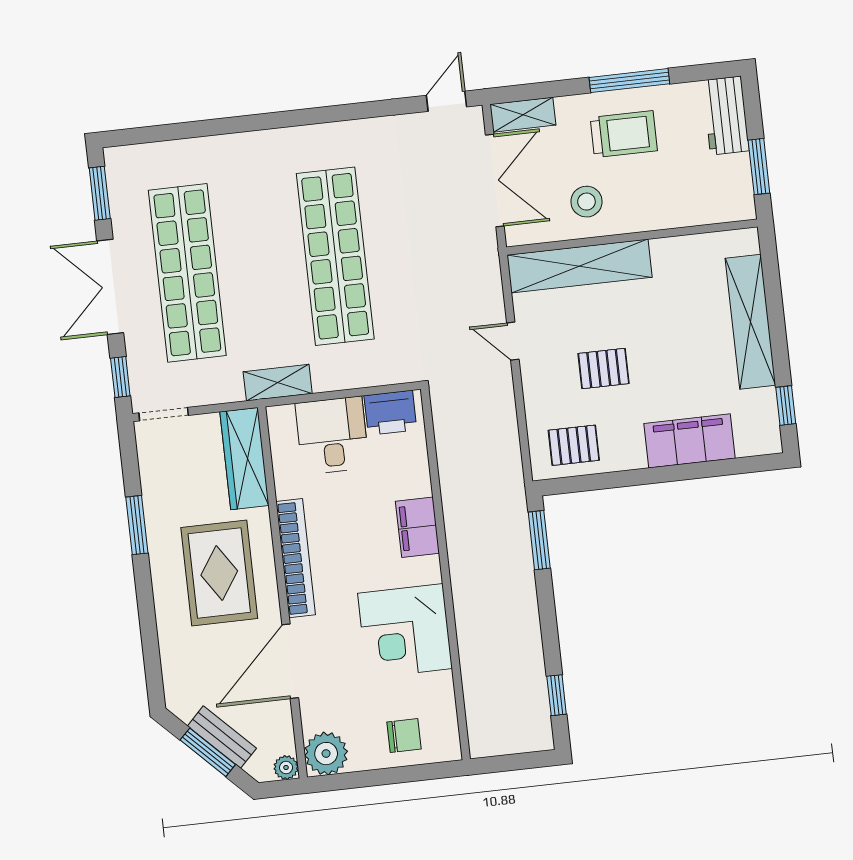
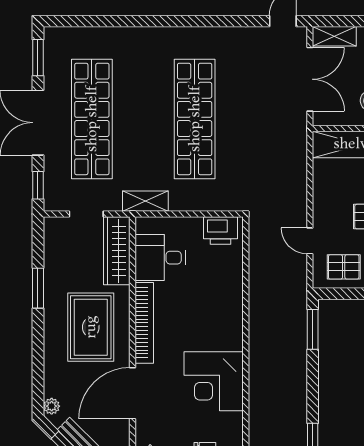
door: (513, 341) -> (310, 241), moved
doorway: (164, 414) -> (86, 214), moved
desk: (332, 435) -> (160, 258), moved, turned -90
filing cabinet: (417, 527) -> (230, 311), removed
plant: (176, 693) -> (52, 406), added

